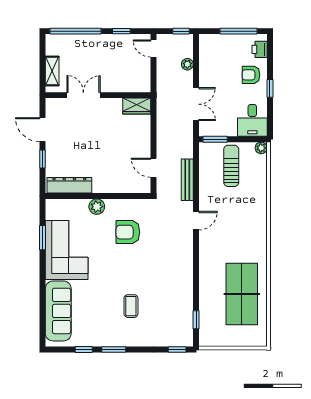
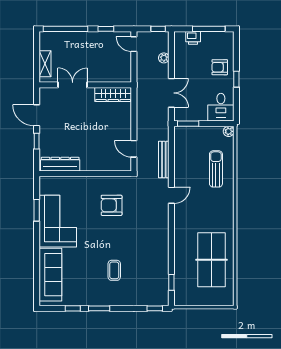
printer: (260, 49) -> (193, 38), moved, turned -90
wardrobe: (137, 106) -> (113, 95), width x1.50
sun lounger: (231, 166) -> (216, 169), moved
plant: (97, 207) -> (84, 183), removed

